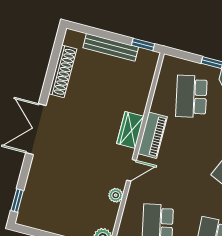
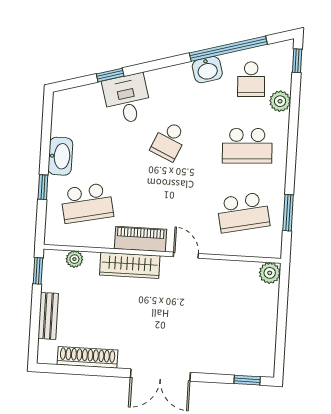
bench: (111, 47) -> (48, 316), width x0.73
wardrobe: (130, 130) -> (130, 265), width x1.50
plant: (116, 195) -> (74, 259), moved

